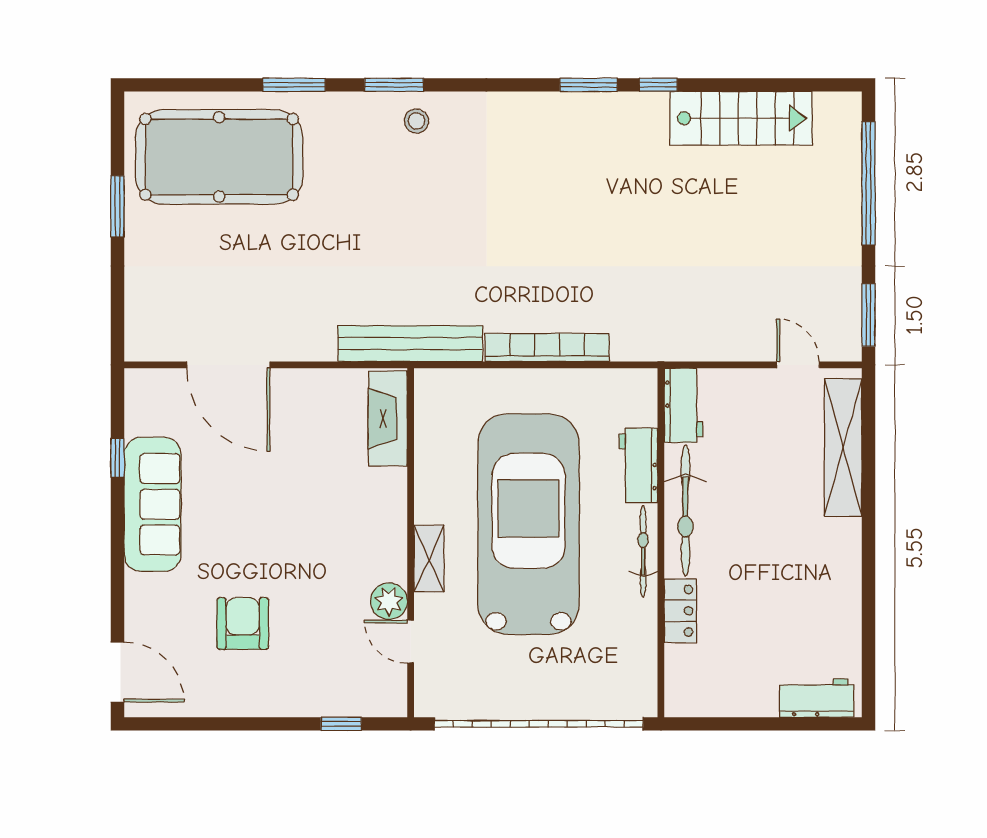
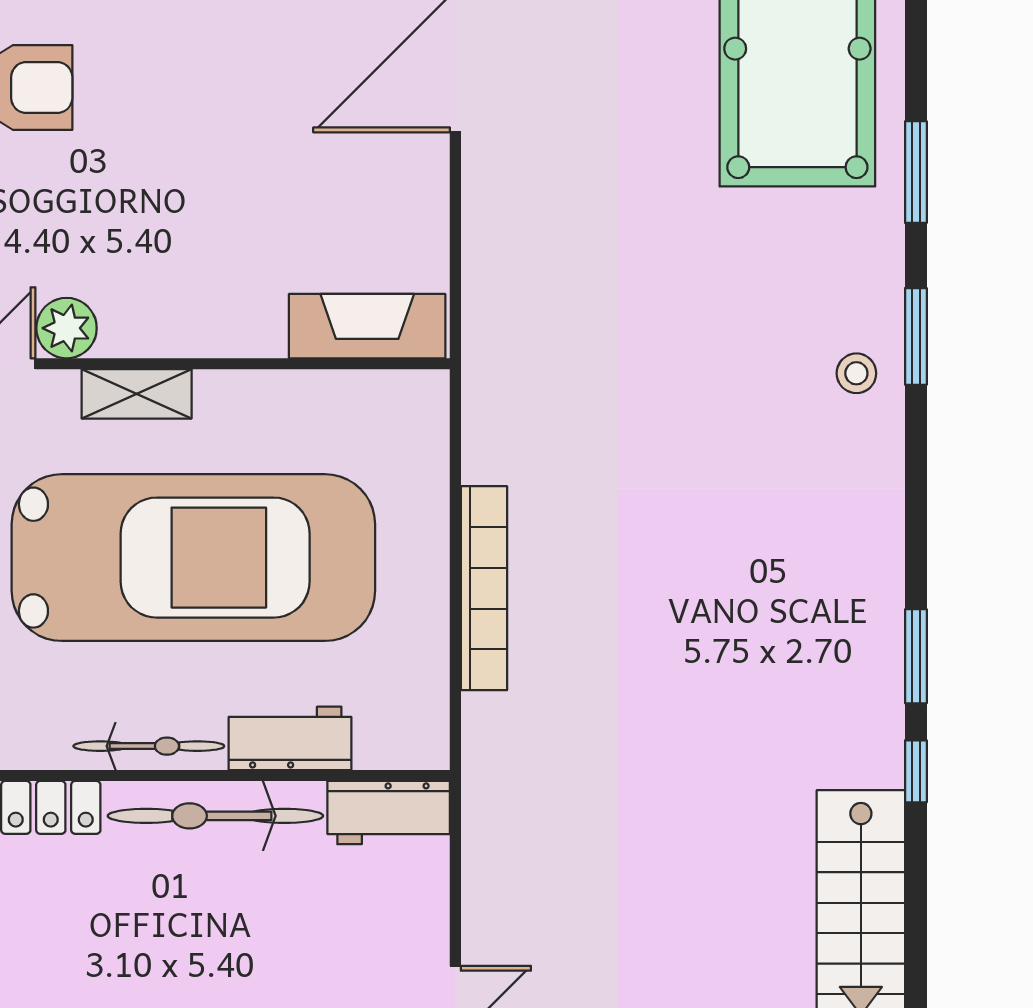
bench: (410, 344) -> (490, 363), removed

